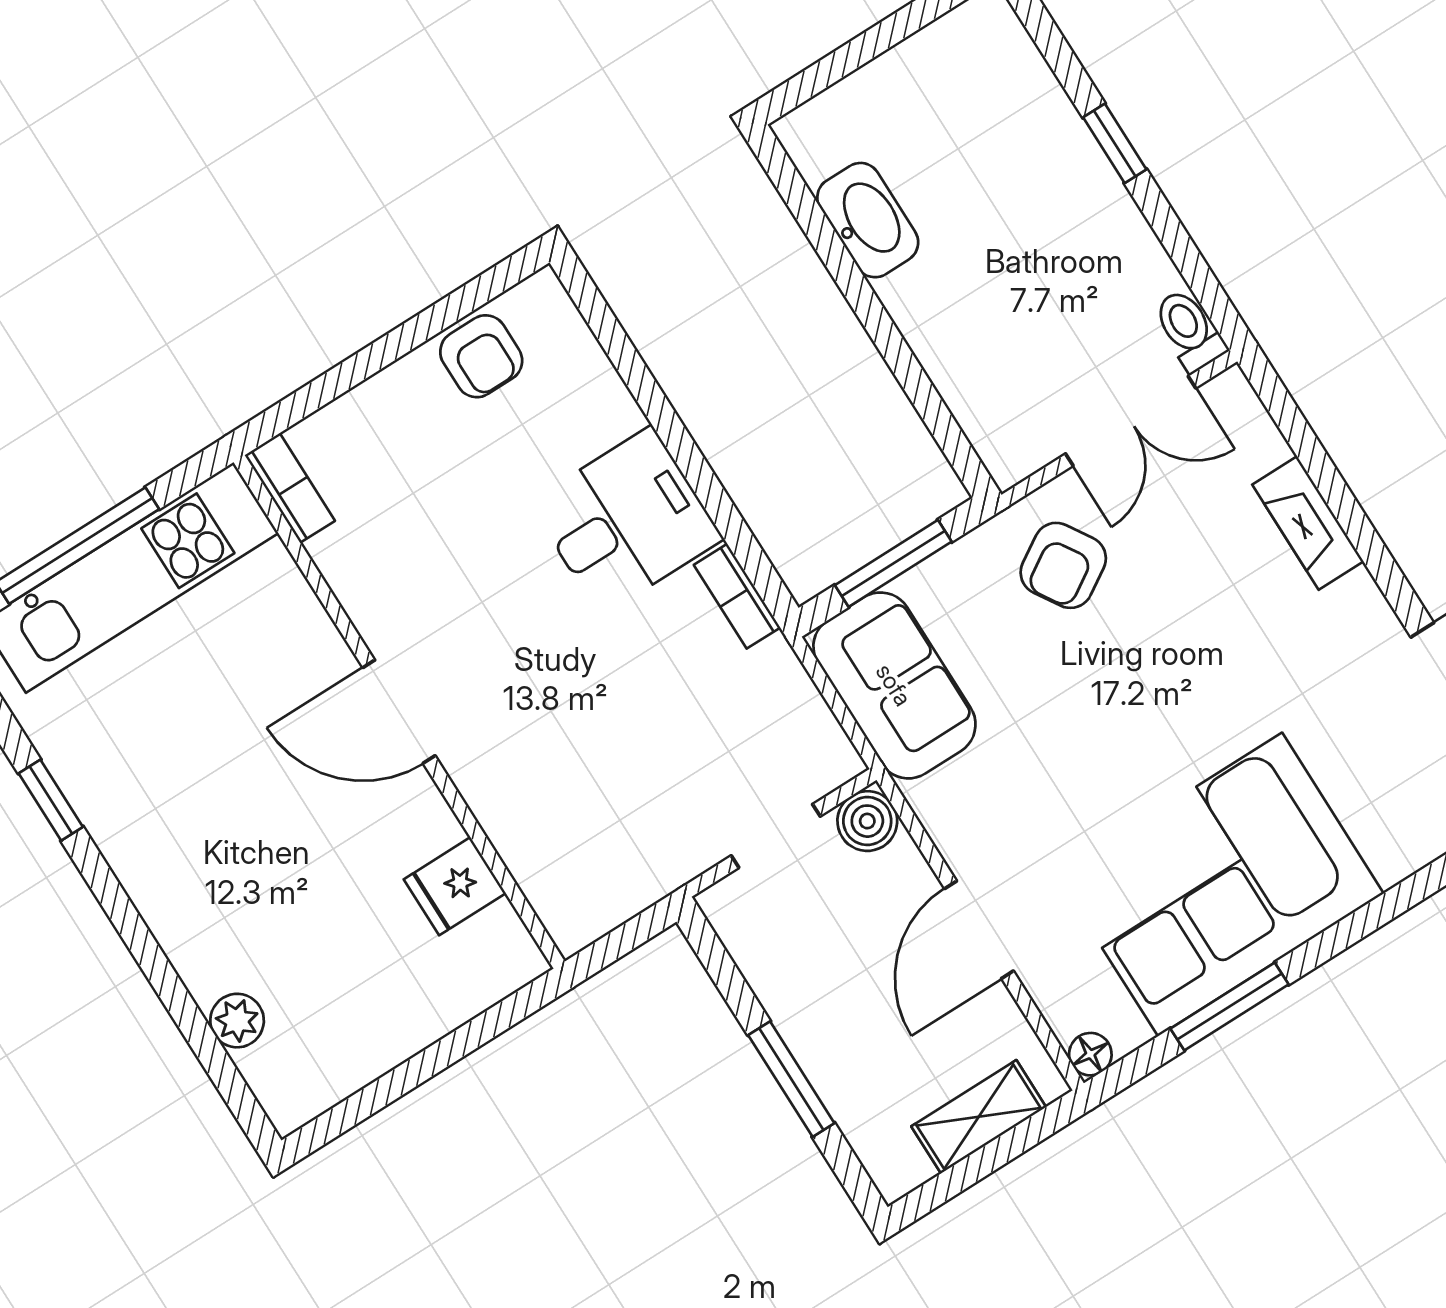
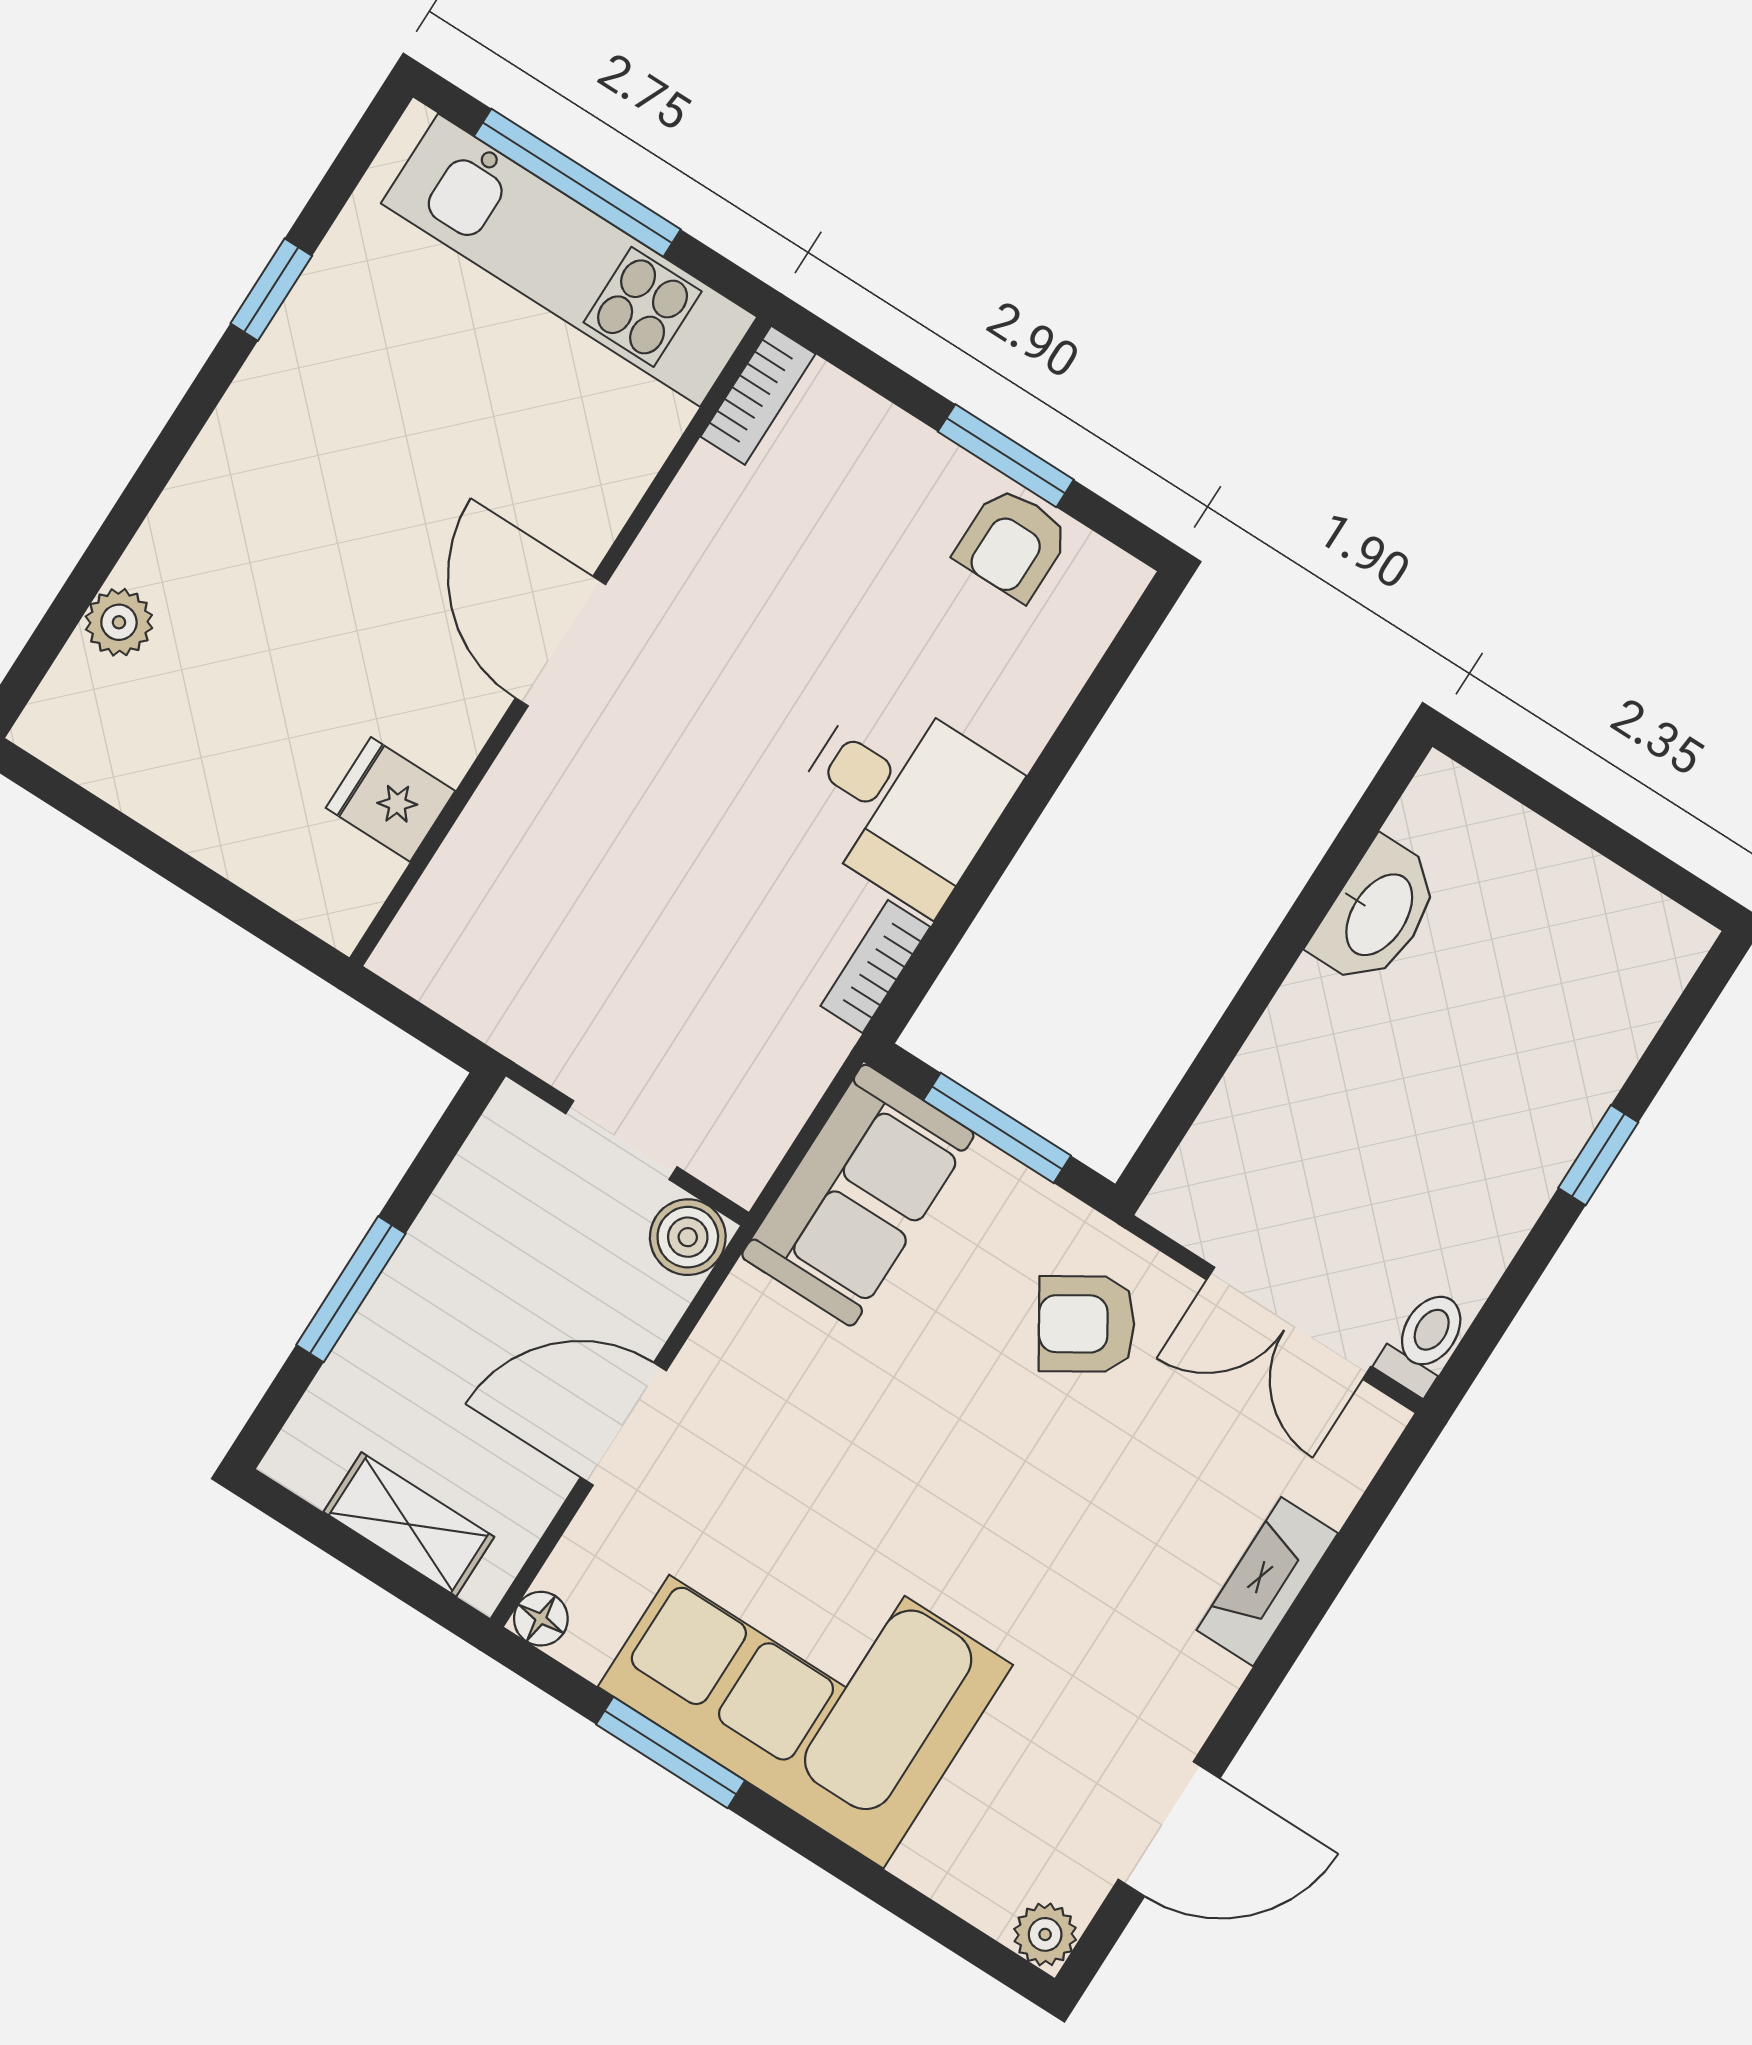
window: (416, 331) -> (1006, 456), added

